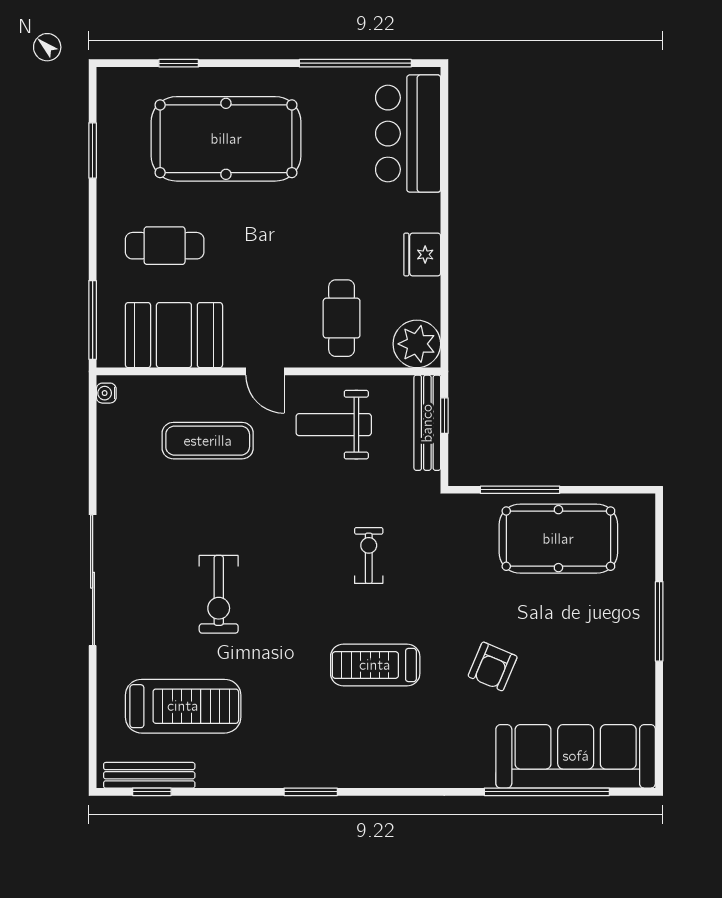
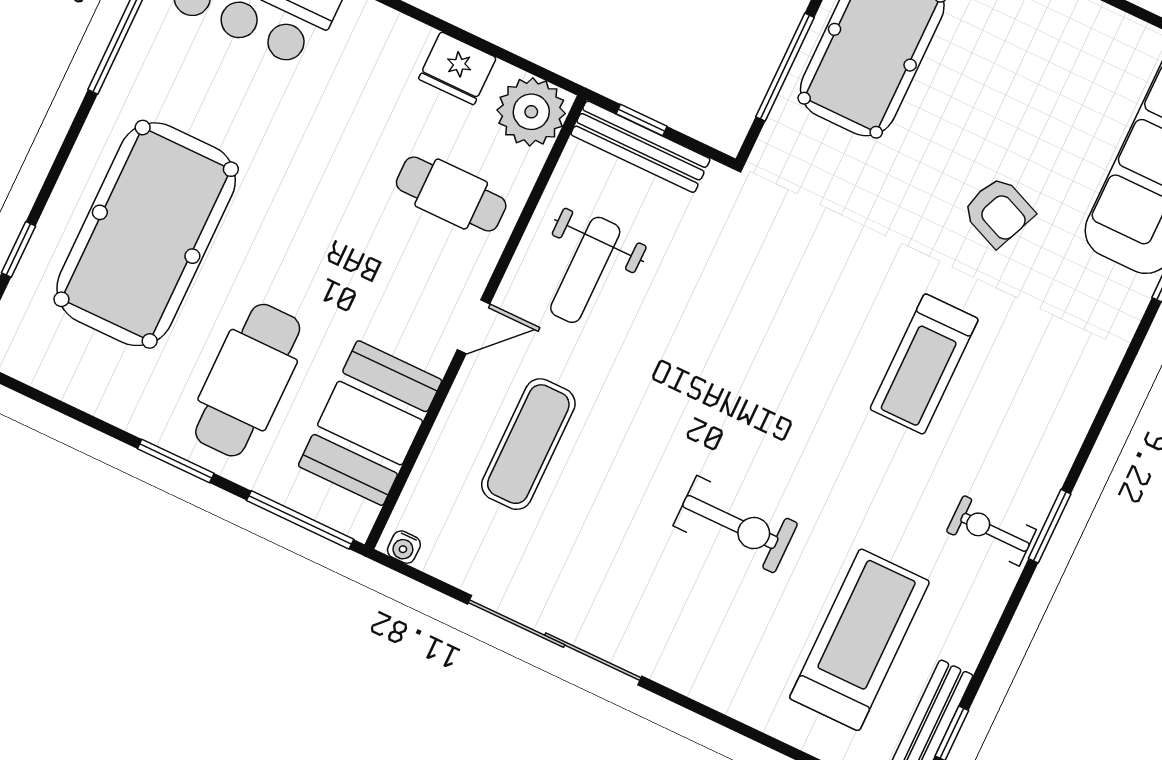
window: (93, 150) -> (176, 461), moved
cafe table: (165, 246) -> (248, 380), width x1.37, depth x1.35
fridge: (422, 255) -> (457, 68), moved
exercise bike: (369, 555) -> (991, 531), moved
sliding door: (93, 580) -> (555, 640), moved

